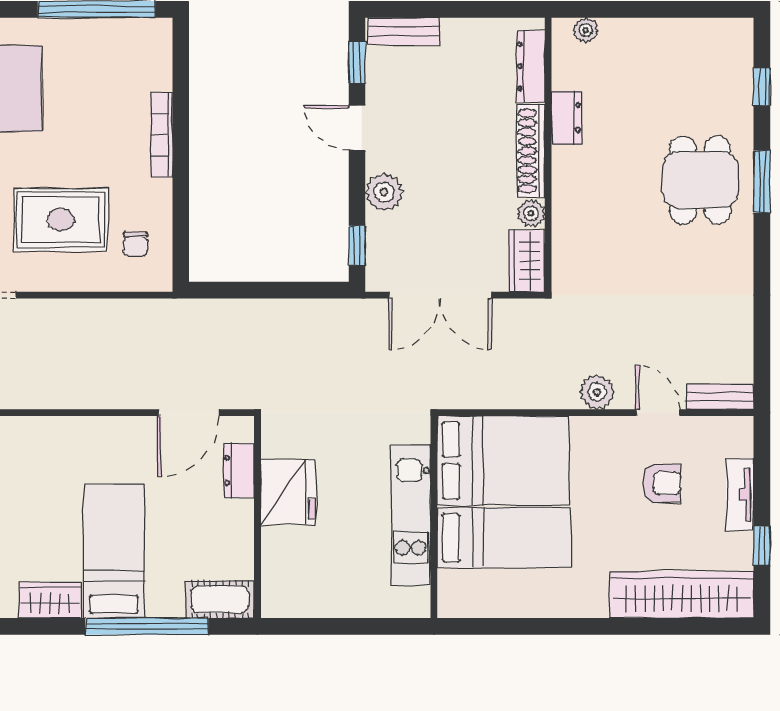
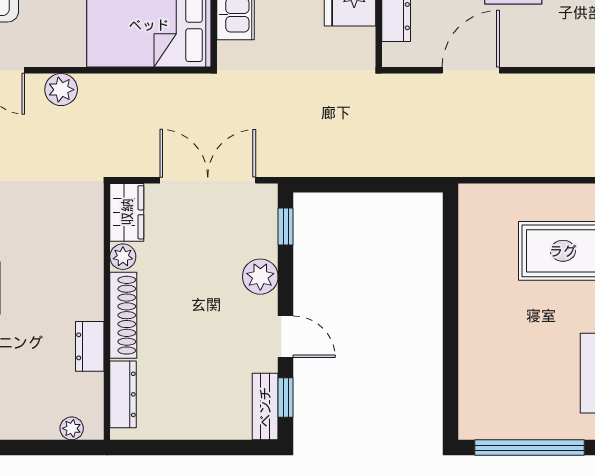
bench: (404, 31) -> (265, 407), moved, turned 90
bookcase: (162, 135) -> (468, 330), removed
chair: (135, 244) -> (493, 228), removed
door: (189, 413) -> (471, 70), moved

